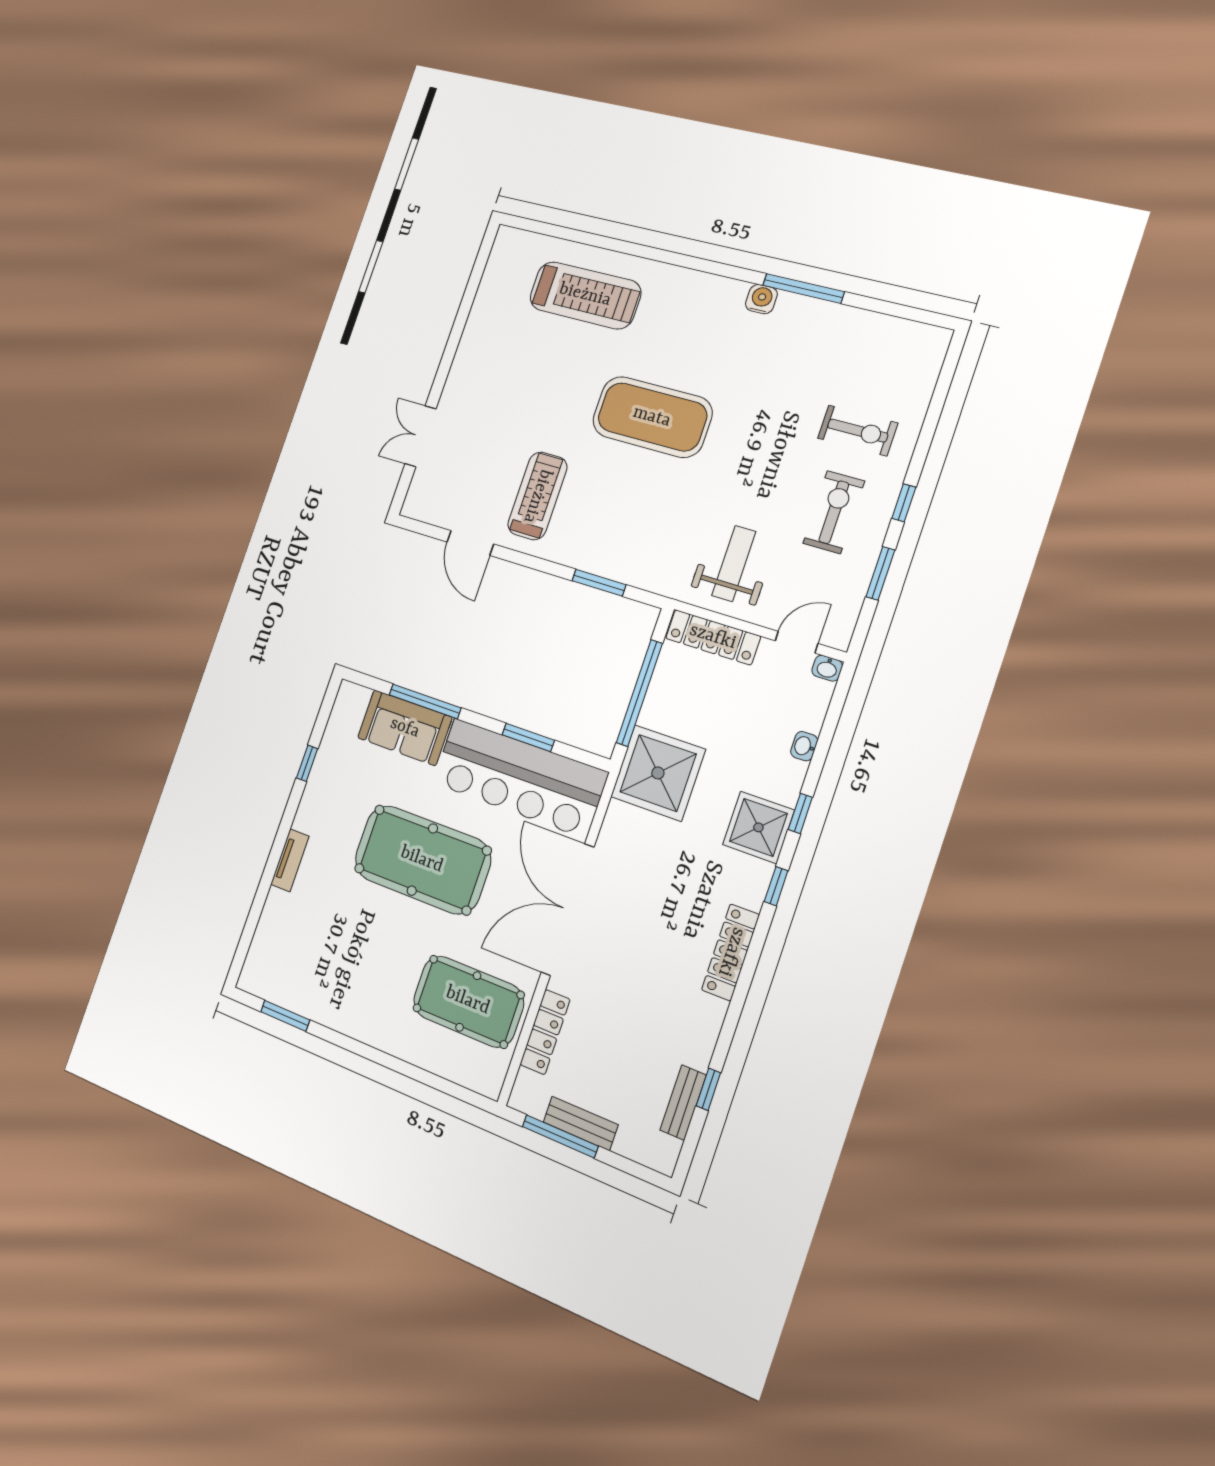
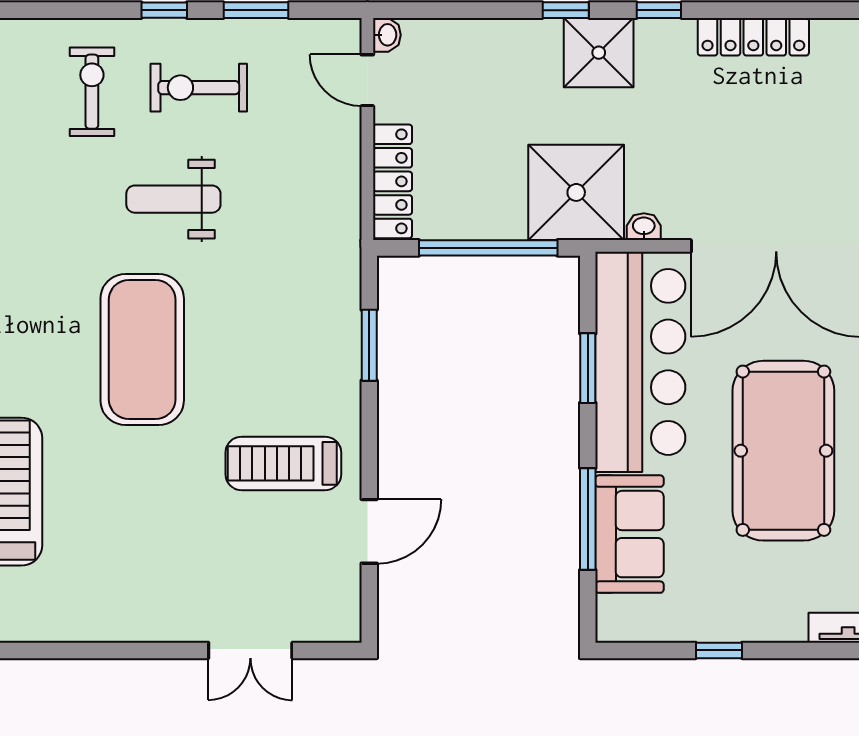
weight bench: (734, 564) -> (173, 199), moved
washbasin: (804, 746) -> (644, 227), moved, turned 180

